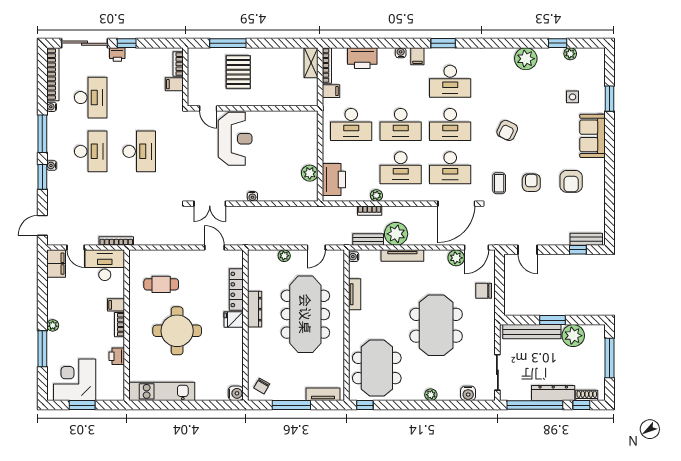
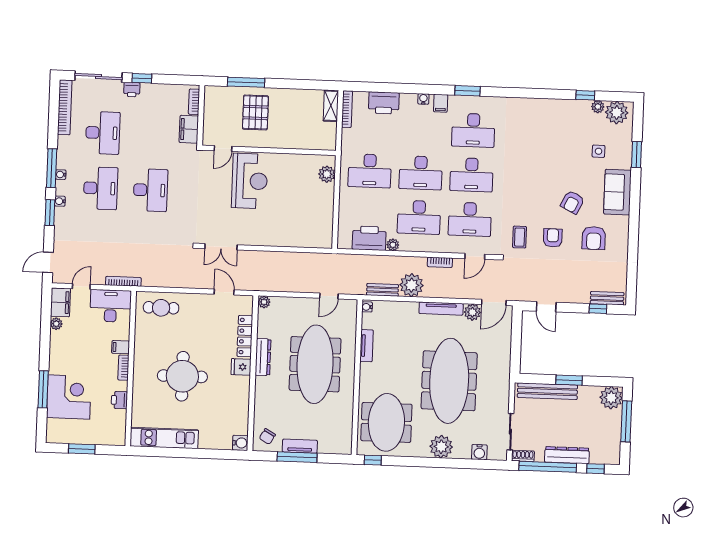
plant: (526, 59) -> (617, 113), moved
filing cabinet: (174, 84) -> (189, 129), width x2.00
filing cabinet: (331, 91) -> (350, 136), removed
water cooler: (52, 107) -> (61, 175), moved
door: (208, 108) -> (223, 149), hinge flipped
armchair: (507, 130) -> (572, 202), moved
plant: (310, 173) -> (327, 174), moved
printer: (334, 180) -> (369, 238), moved, turned -90
water cooler: (252, 196) -> (265, 241), removed
door: (456, 204) -> (475, 256), width x0.53
bookcase: (370, 211) -> (440, 262), moved
door: (76, 248) -> (81, 287), swing flipped
tv unit: (402, 255) -> (441, 309), moved
plant: (284, 256) -> (264, 302), moved
cafe table: (161, 284) -> (161, 308), moved
chair: (484, 291) -> (499, 347), removed
plant: (53, 325) -> (56, 324), moved
meeting table: (436, 325) -> (449, 381), width x1.36
plant: (573, 336) -> (611, 398), moved
corner desk: (75, 380) -> (69, 397), moved, turned 90
tv unit: (323, 394) -> (300, 446), moved
plant: (431, 395) -> (441, 447), width x1.87, depth x1.87
shoe rack: (587, 395) -> (523, 456), moved

